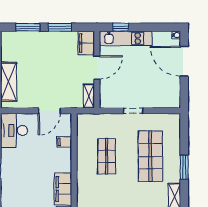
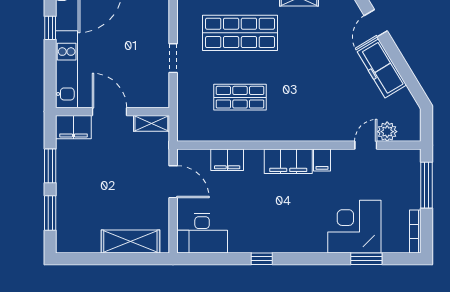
window: (121, 27) -> (50, 28), moved
filing cabinet: (64, 142) -> (227, 160), width x2.00

